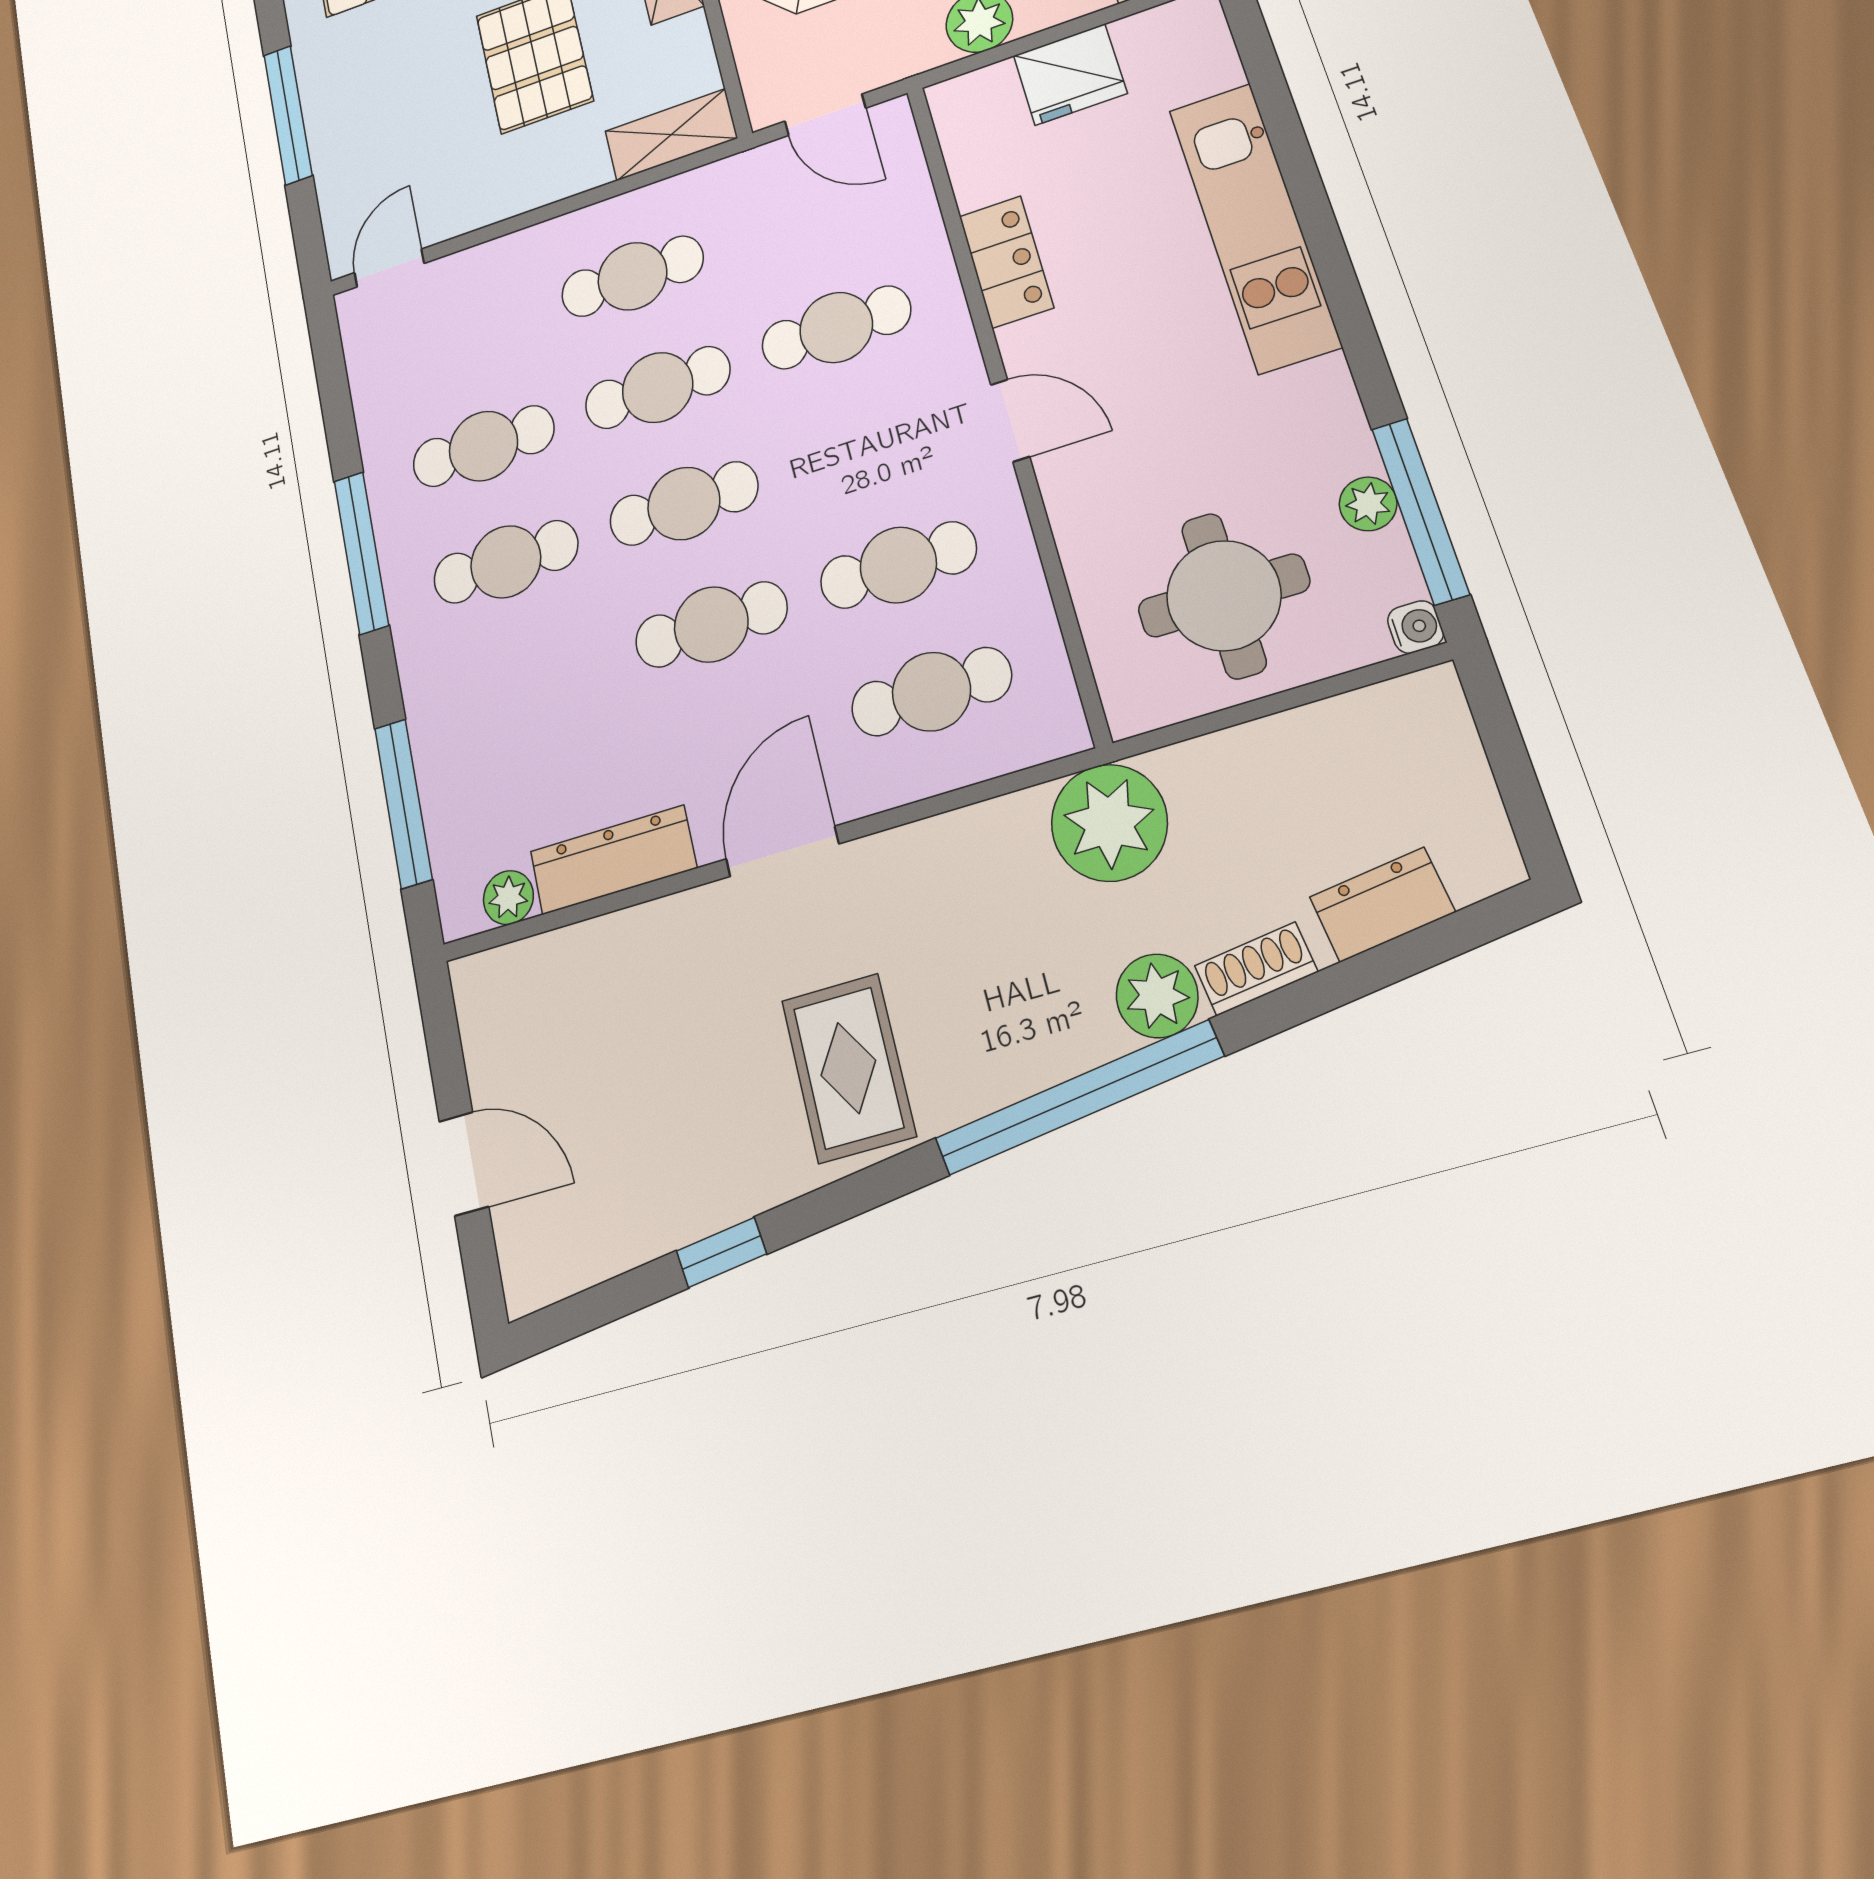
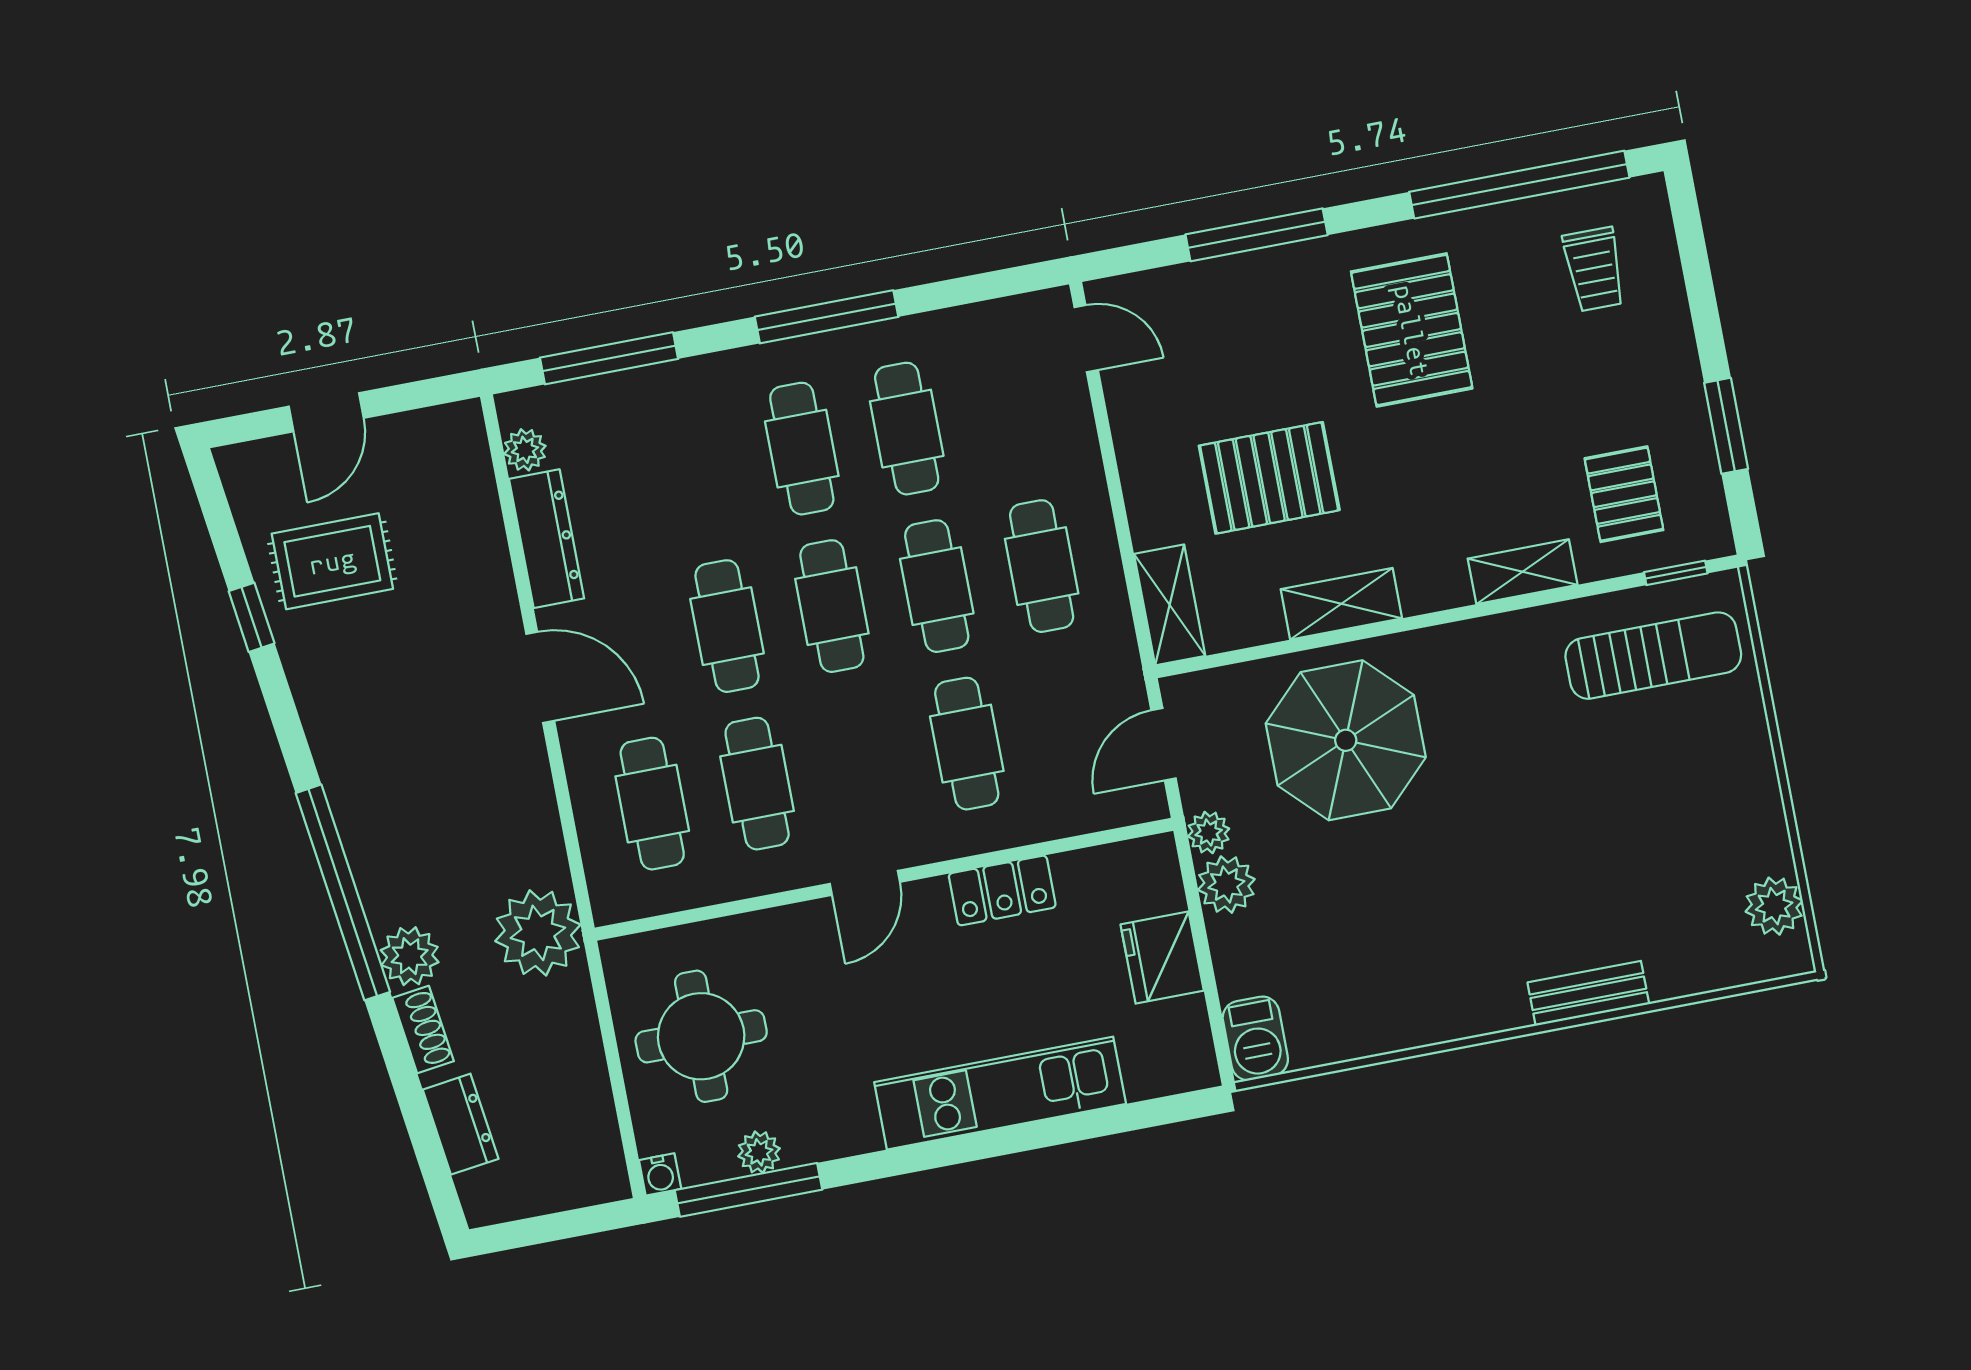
plant: (922, 51) -> (1209, 833), added
rug: (848, 1068) -> (332, 561), moved

